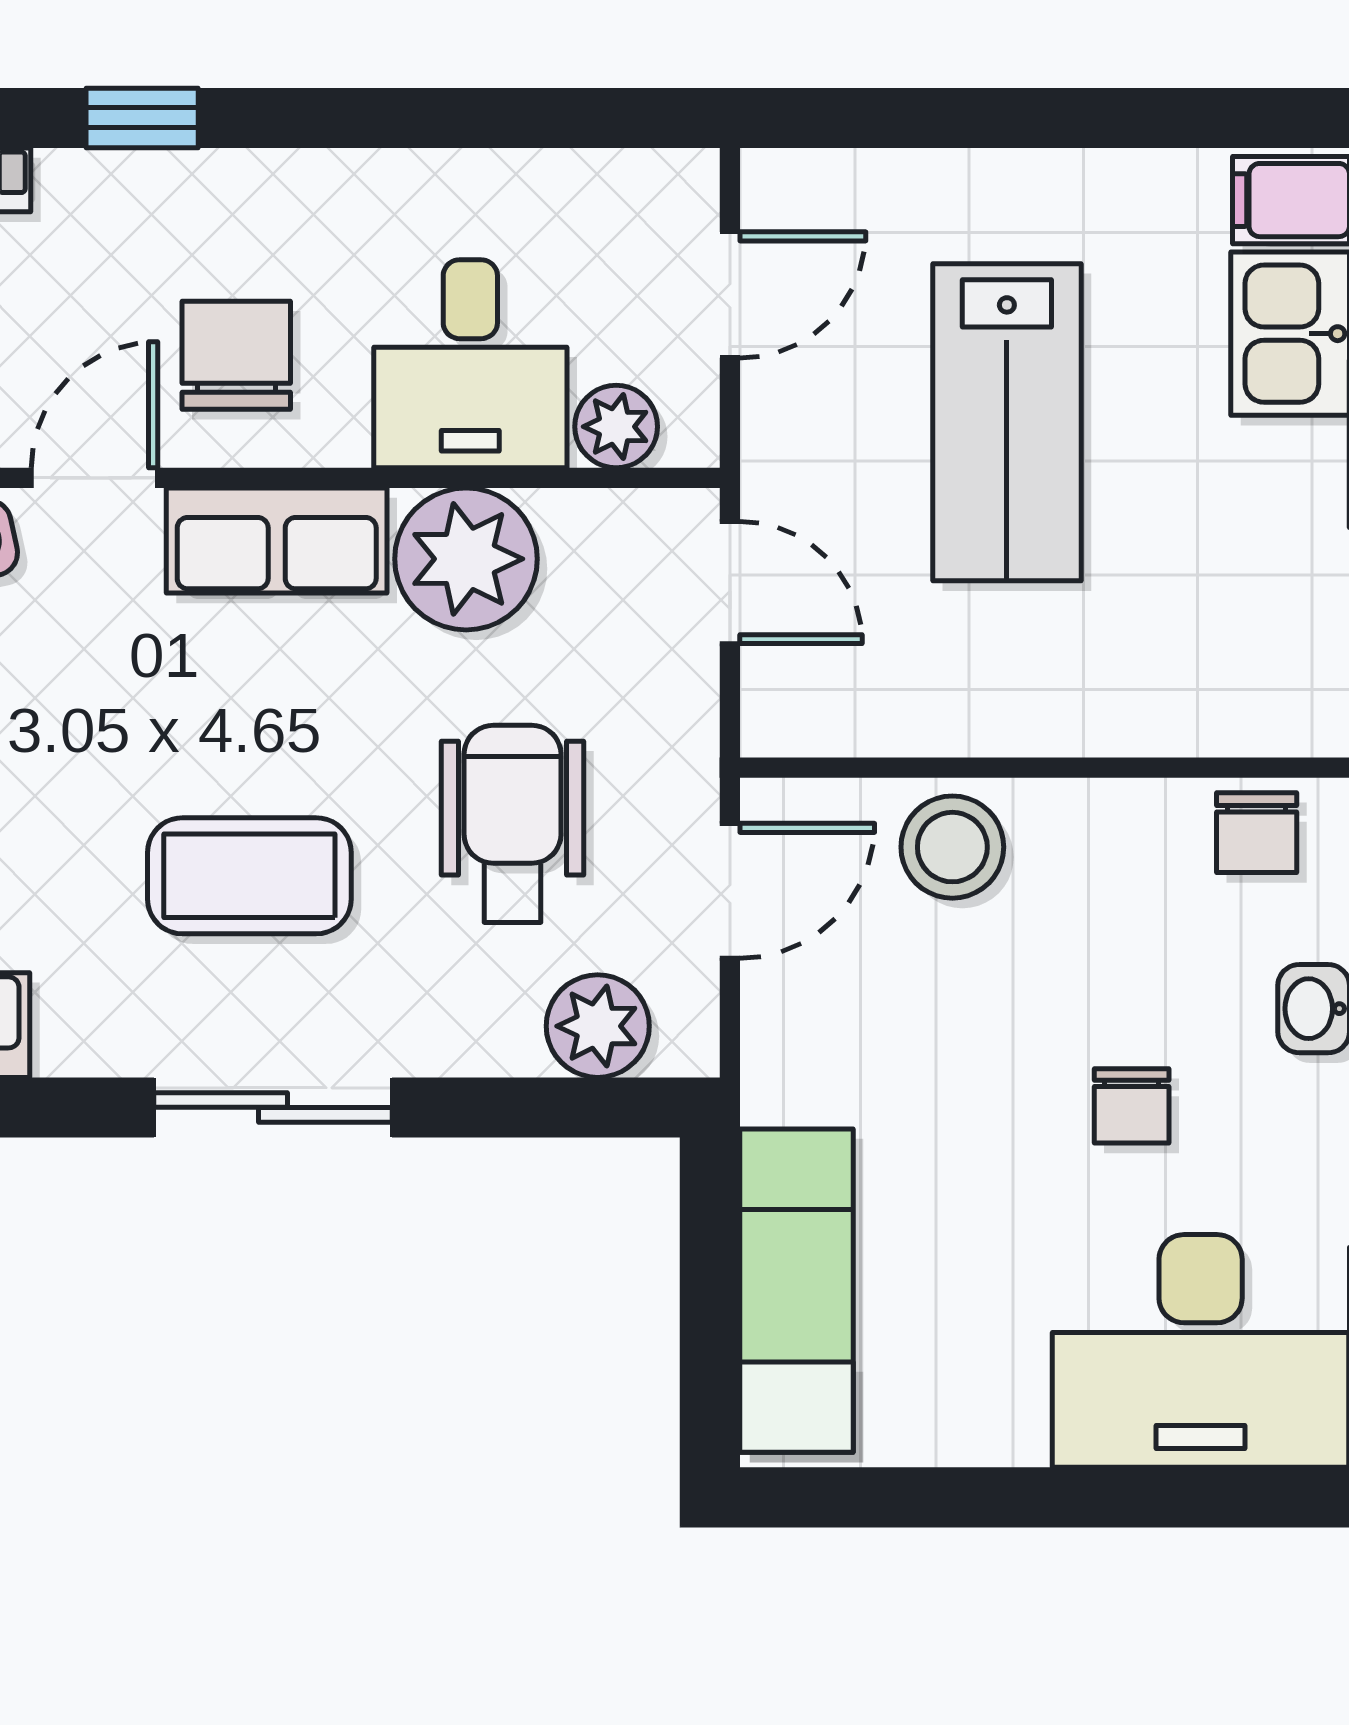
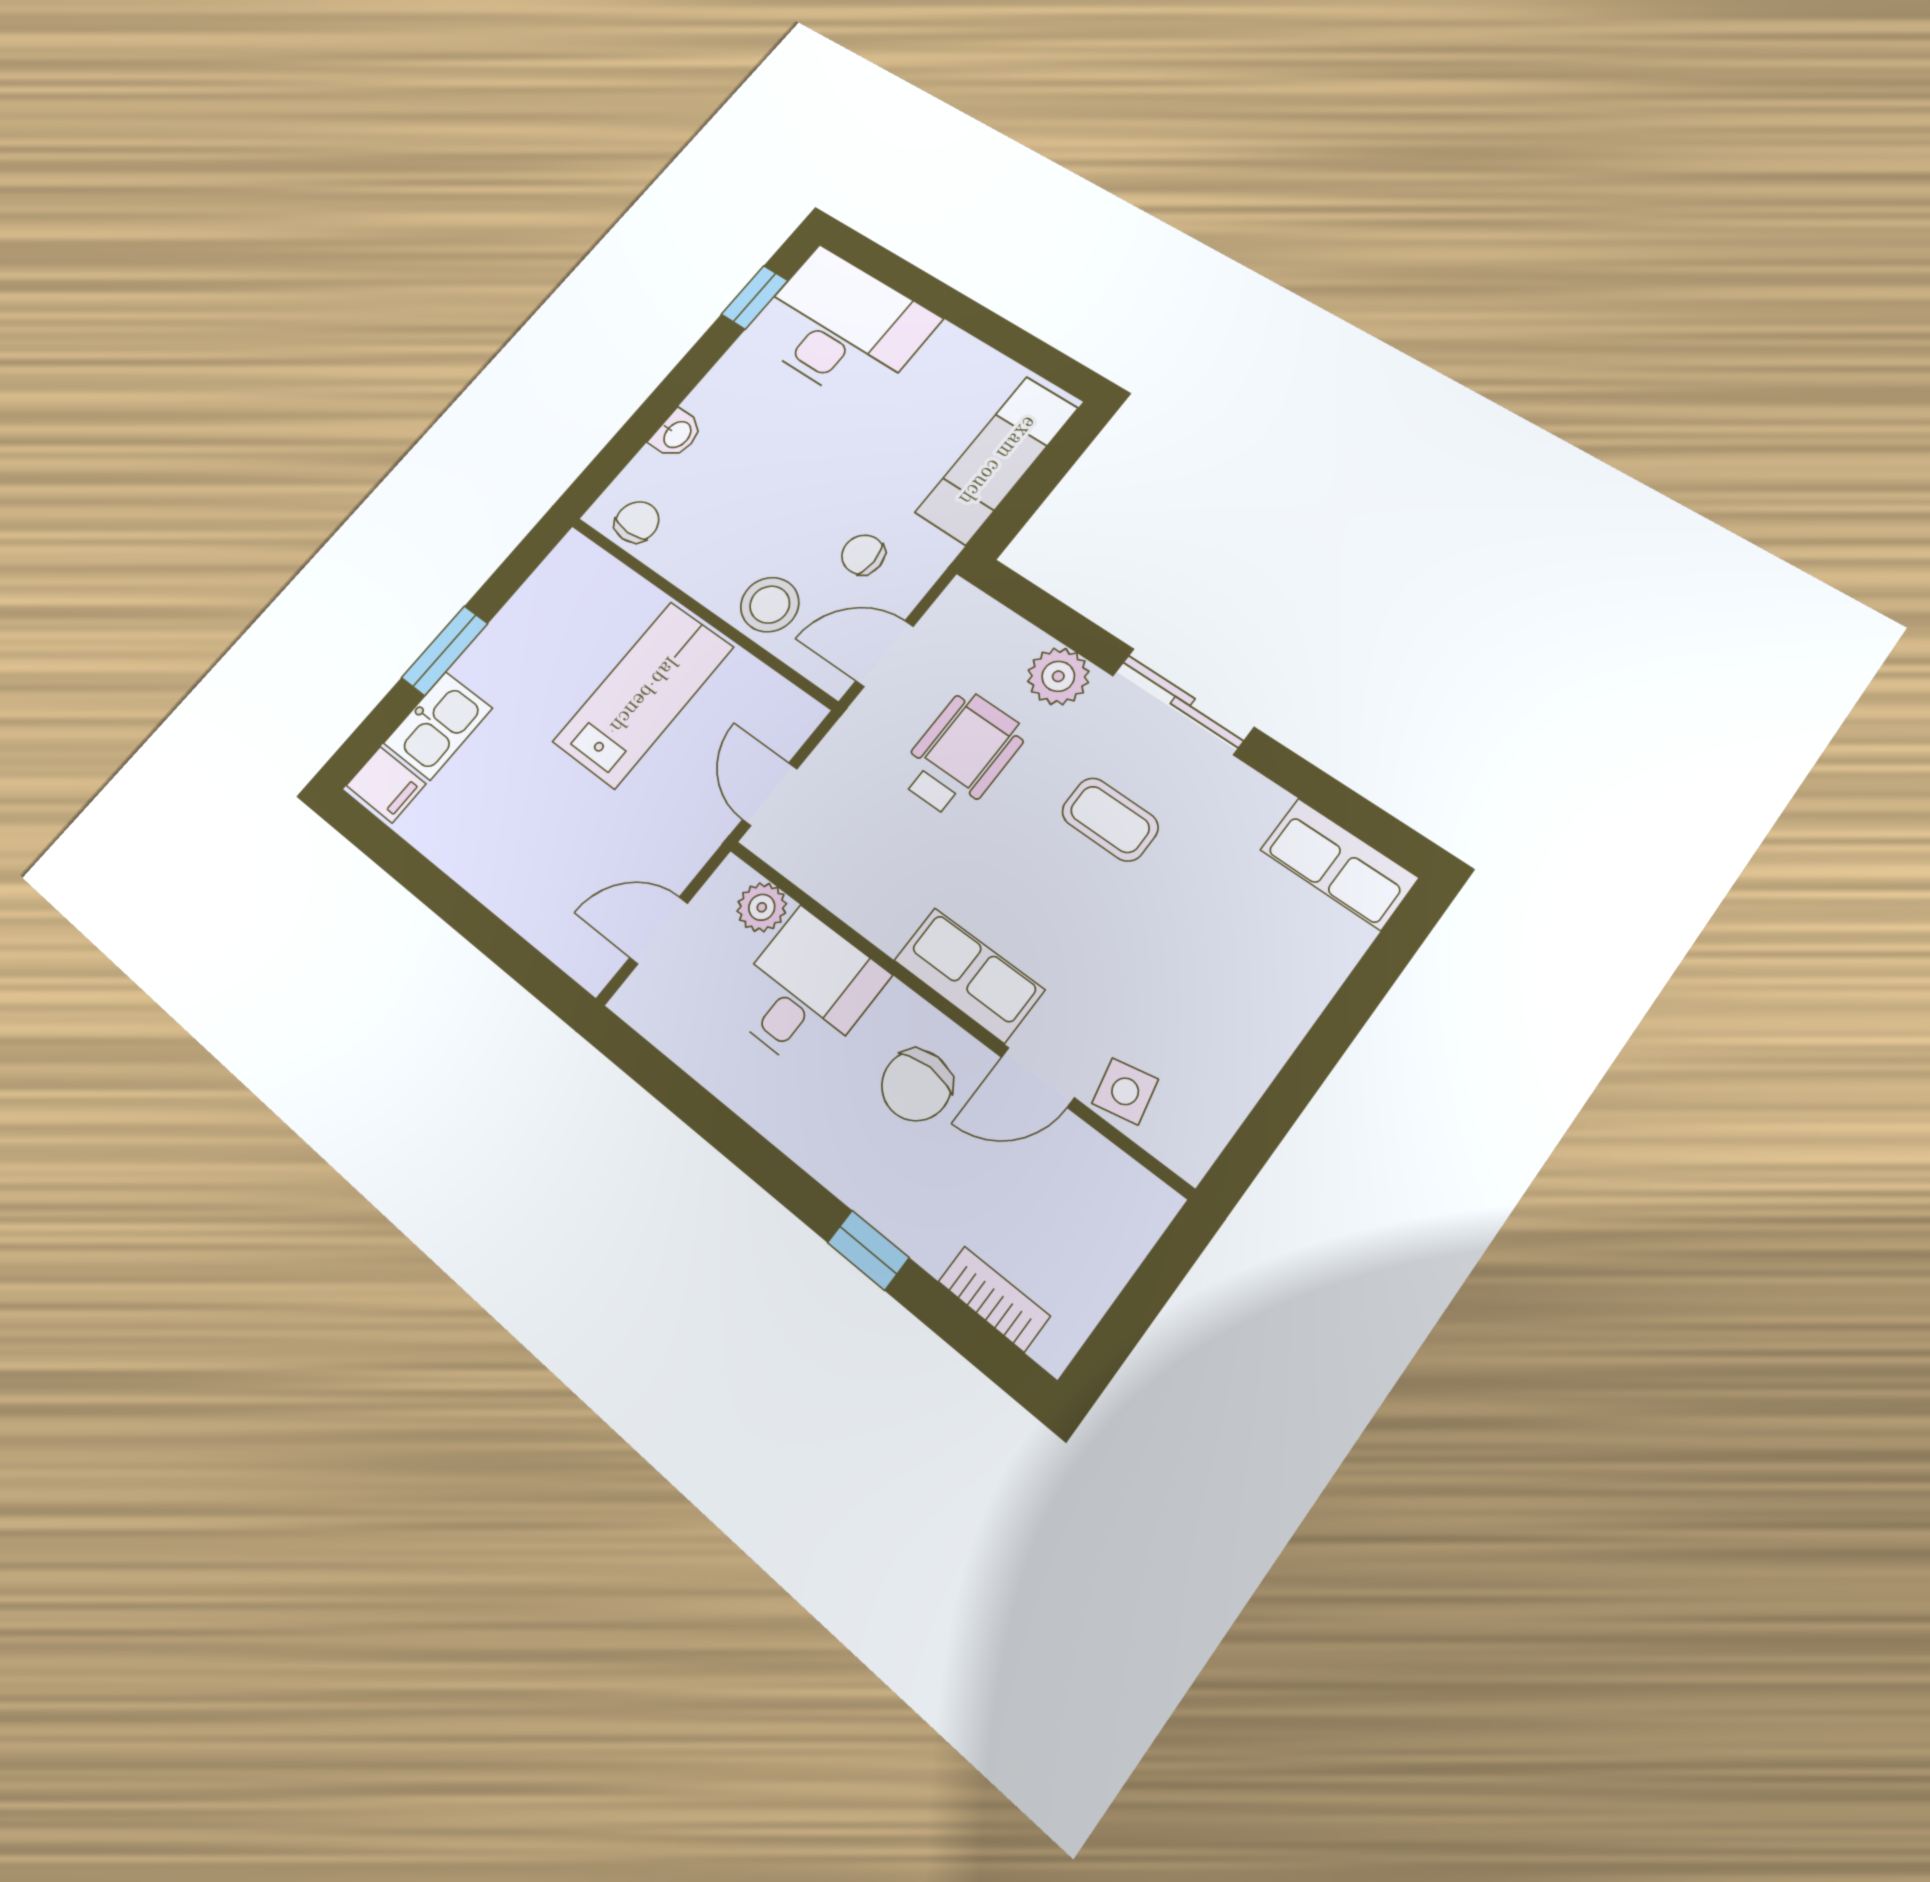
lab bench: (1007, 422) -> (643, 694), moved
plant: (466, 559) -> (884, 897), removed
wheelchair: (513, 824) -> (961, 754), turned 180
coffee table: (249, 876) -> (1110, 819), width x0.73, depth x0.77
plant: (598, 1026) -> (1058, 676), moved
chair: (1132, 1106) -> (863, 555), moved, turned -90

